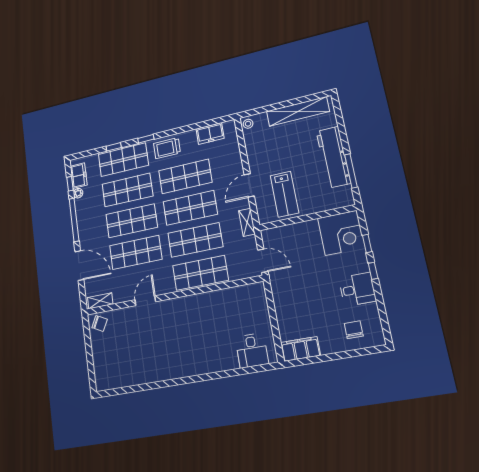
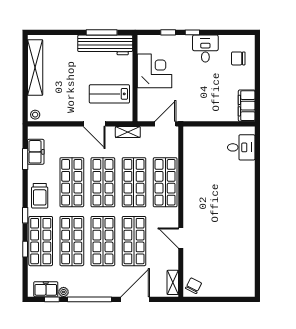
window: (201, 125) -> (25, 159), added
workbench: (333, 157) -> (105, 45), moved
lab bench: (284, 194) -> (109, 94), turned 180
corner desk: (341, 233) -> (155, 71), moved

